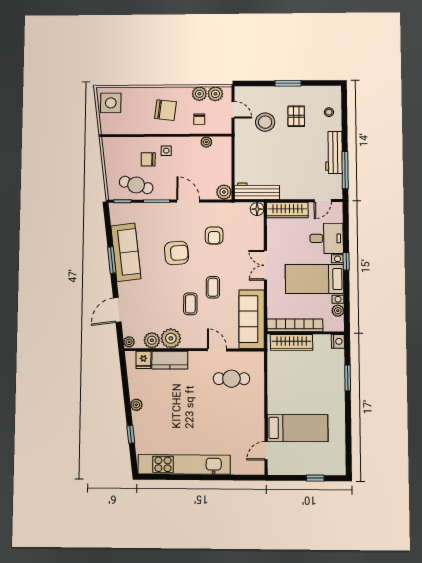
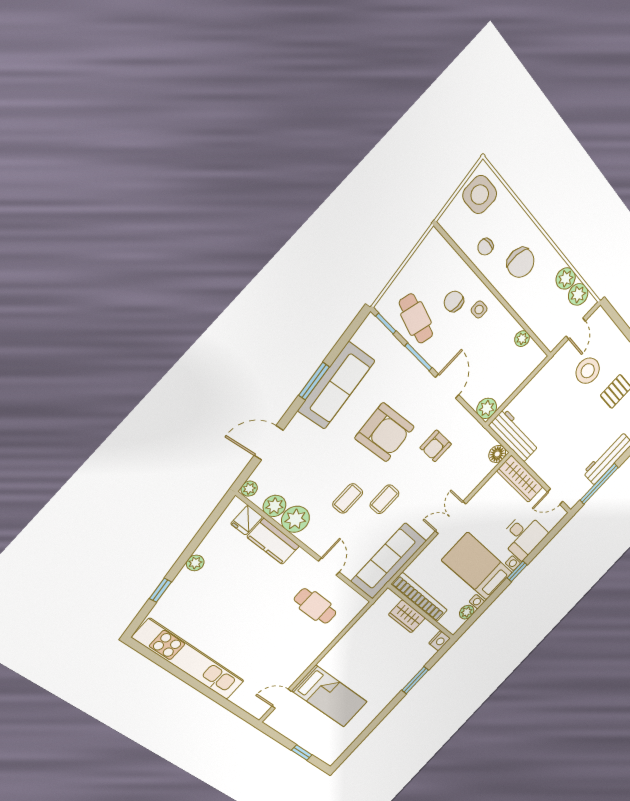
chair: (199, 119) -> (485, 247), moved
armchair: (176, 253) -> (385, 432), width x1.36, depth x1.36
wardrobe: (291, 342) -> (407, 616), width x0.67

